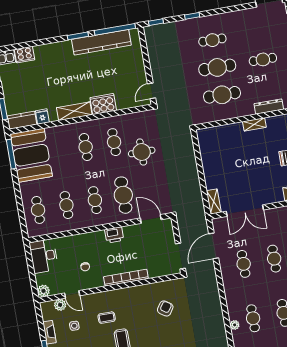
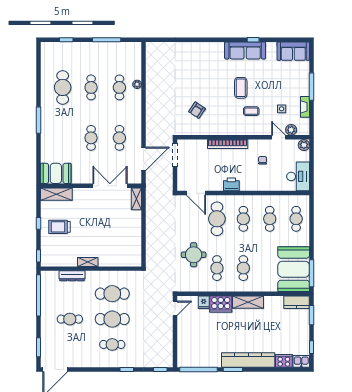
kitchen counter: (101, 42) -> (248, 360), moved
fridge: (42, 117) -> (204, 302), moved

